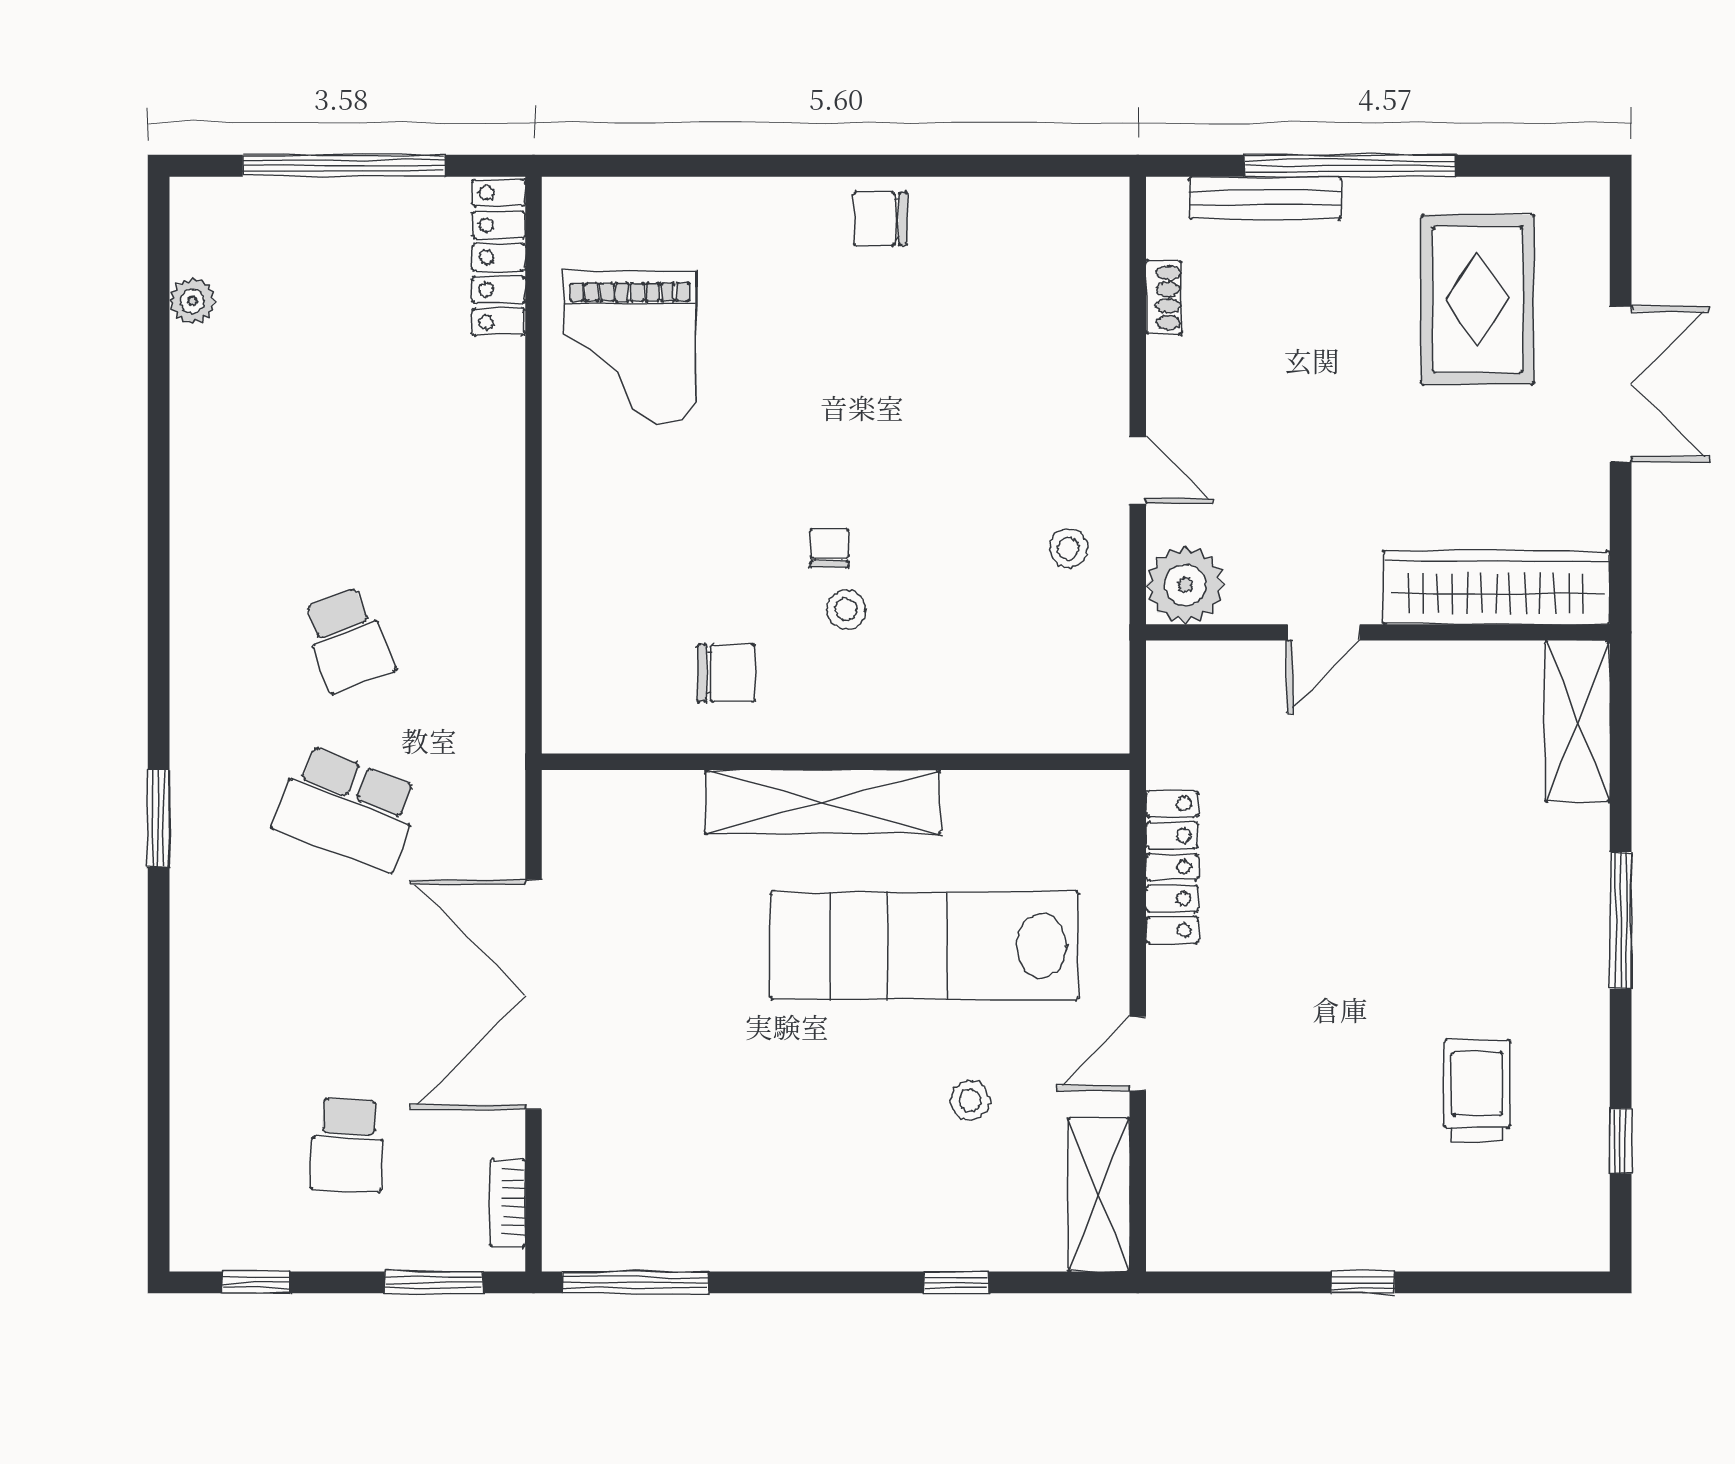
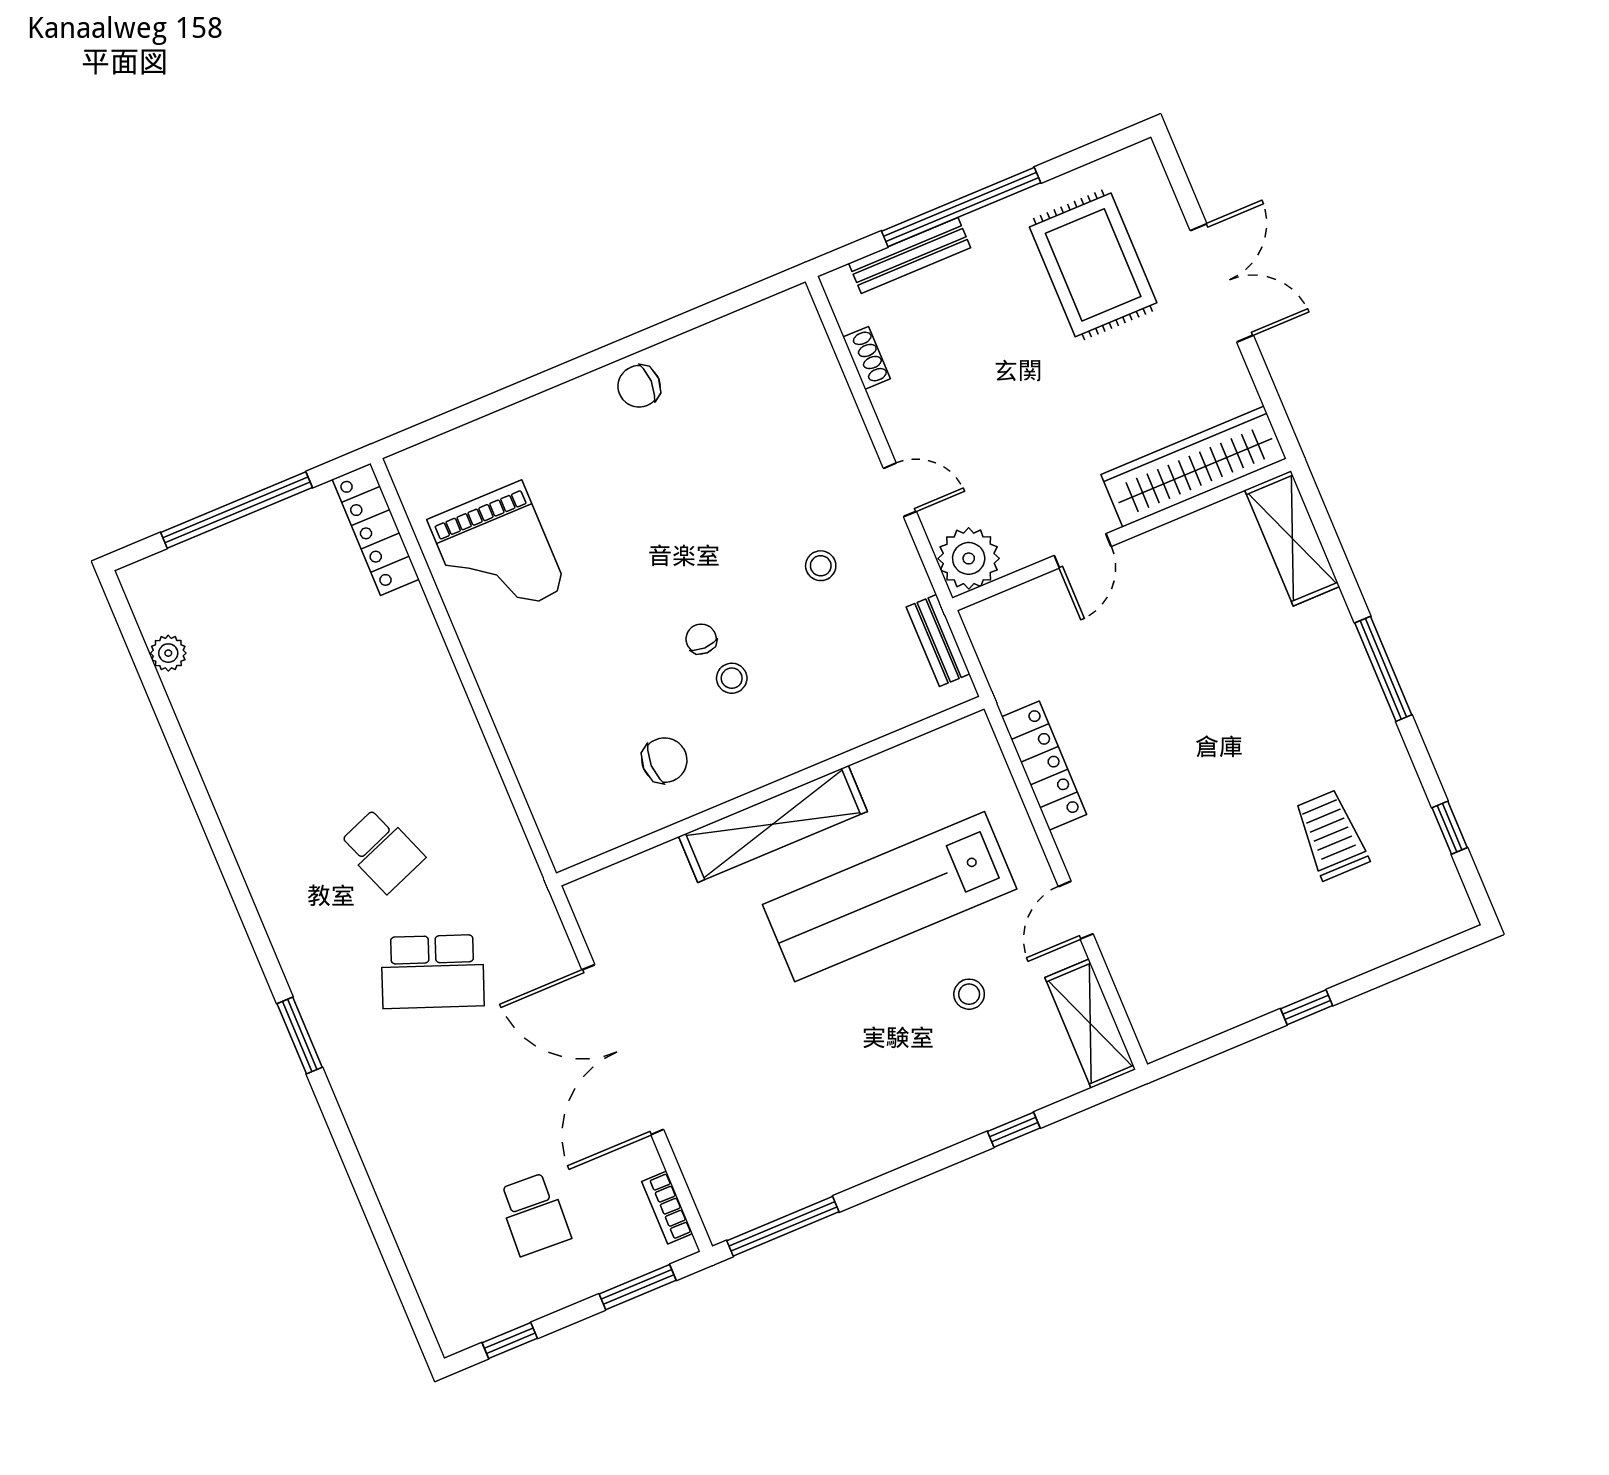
stool: (1068, 548) -> (821, 566), moved
bench: (1109, 667) -> (938, 640), added

